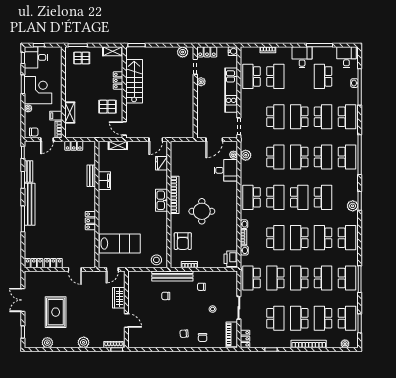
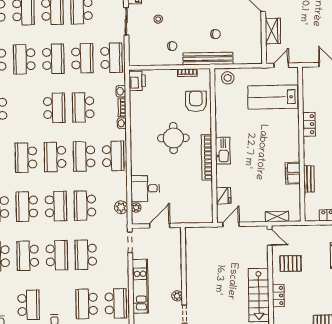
school desk: (323, 238) -> (25, 108), removed

